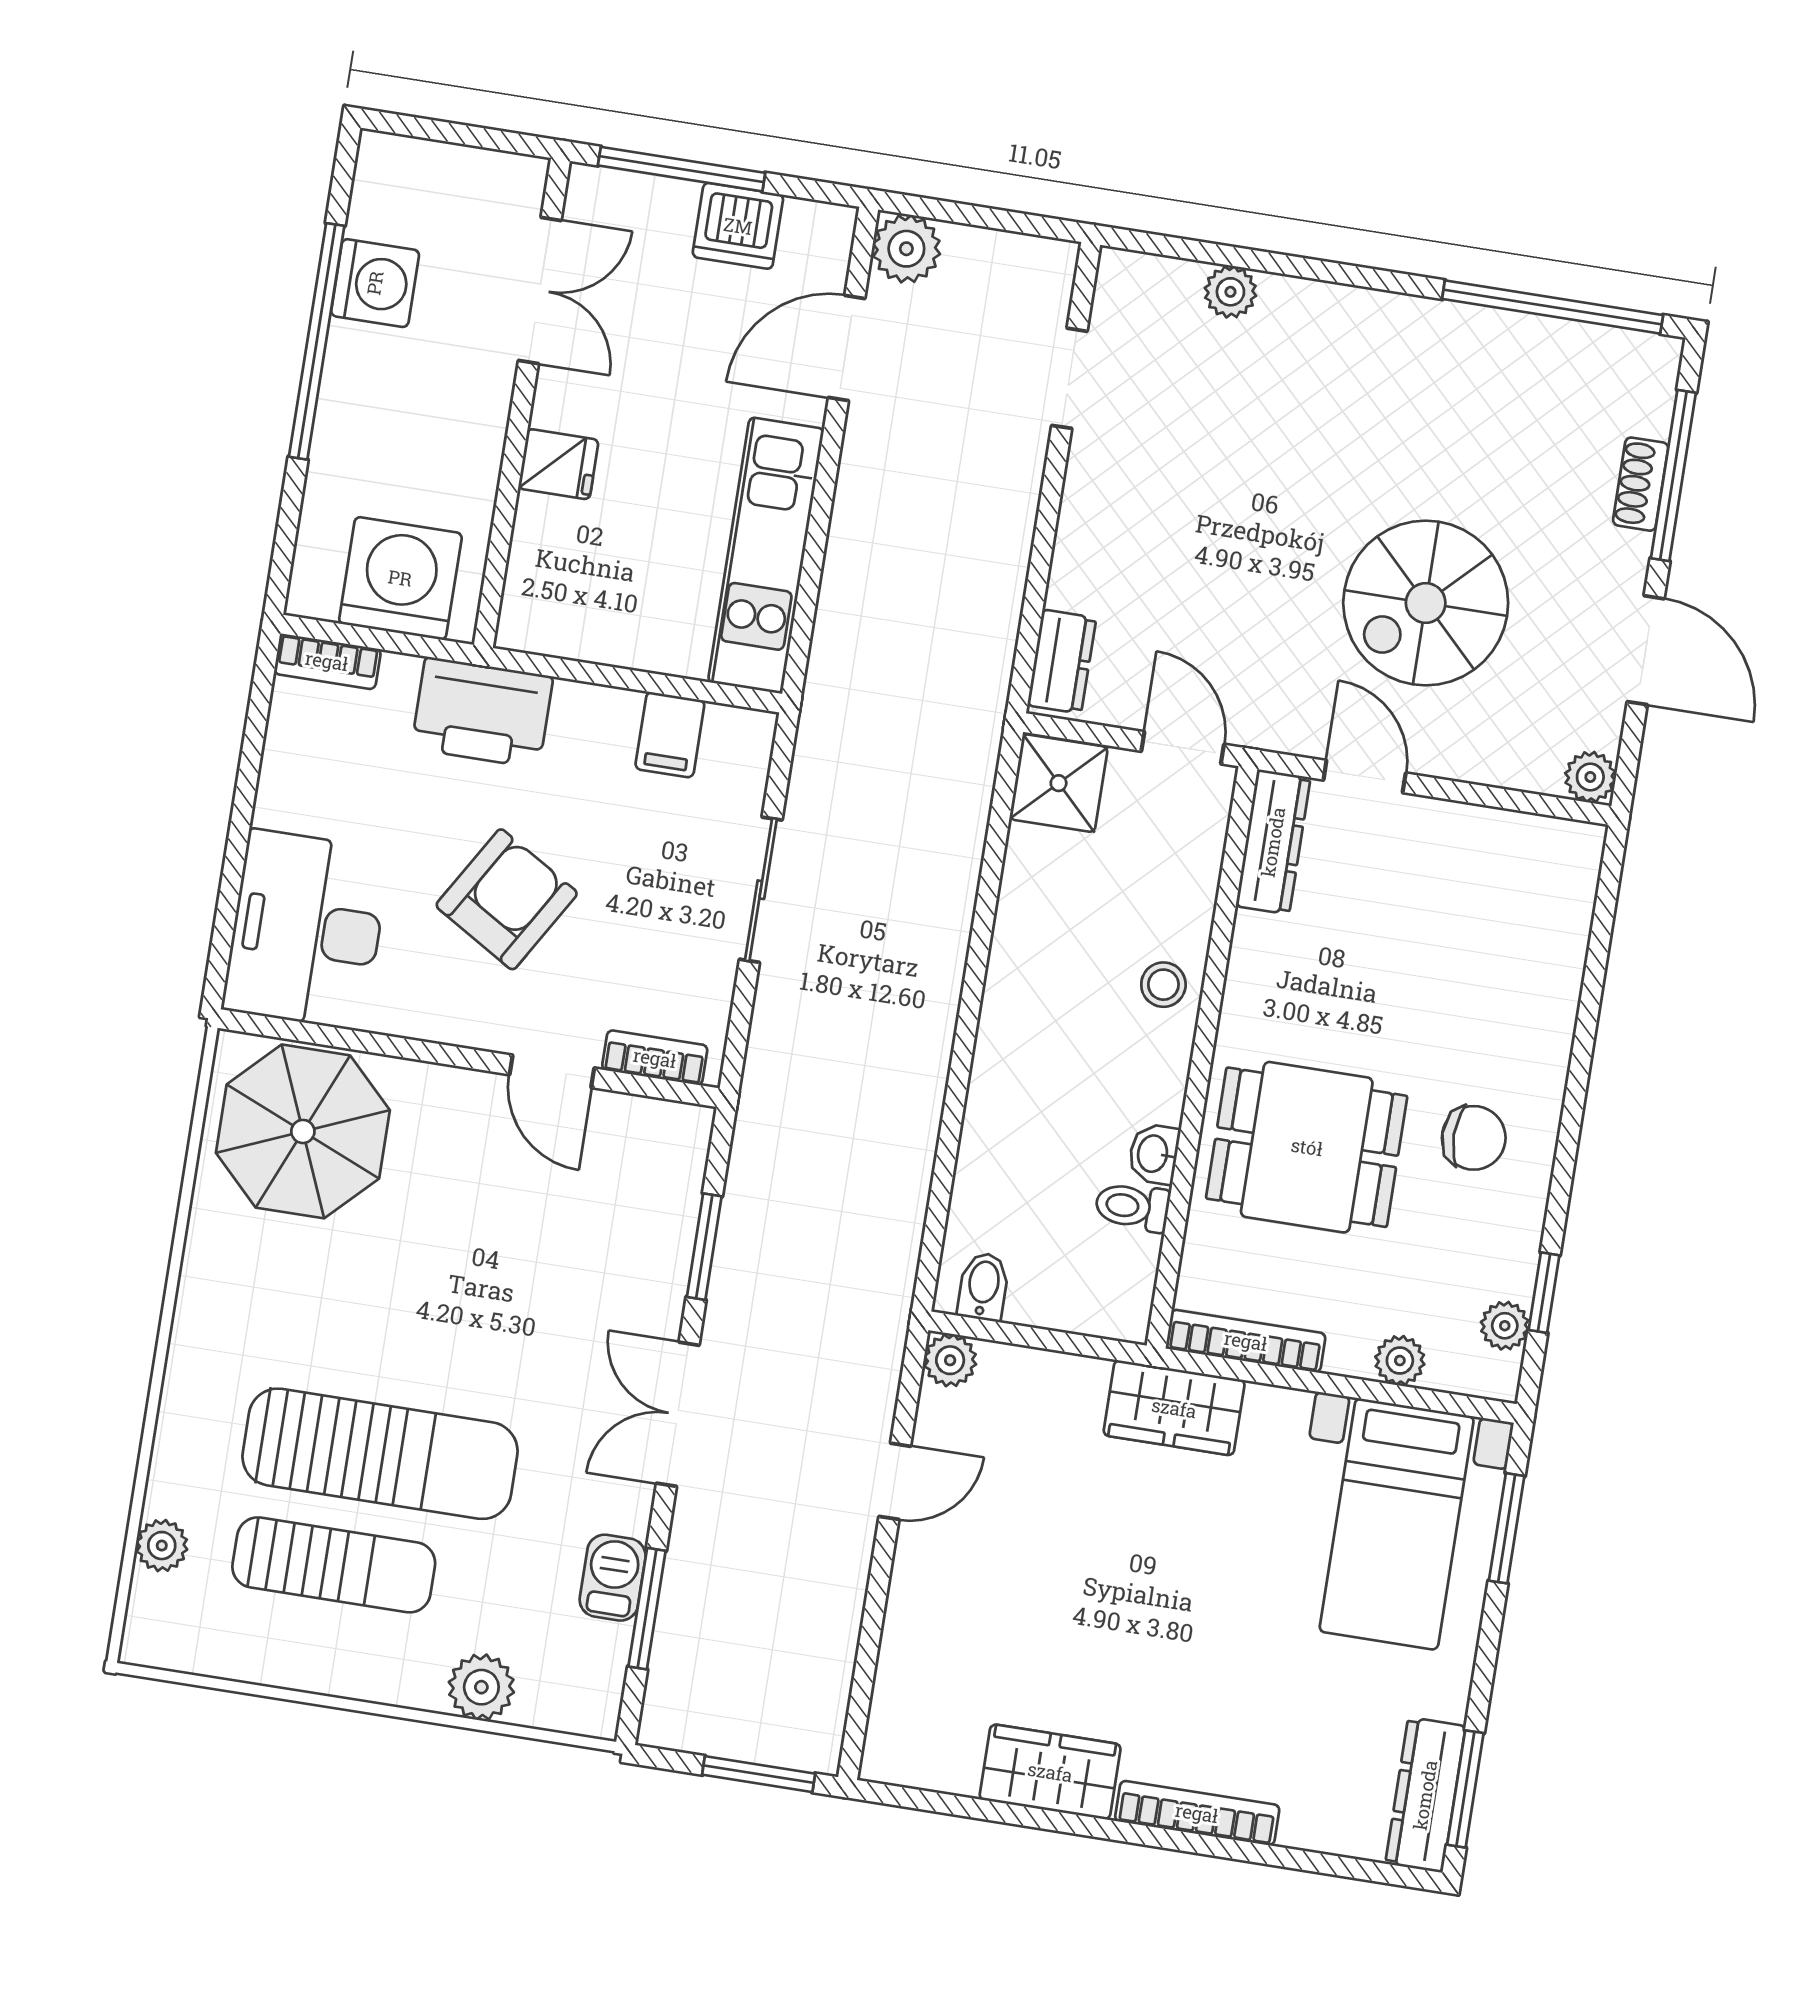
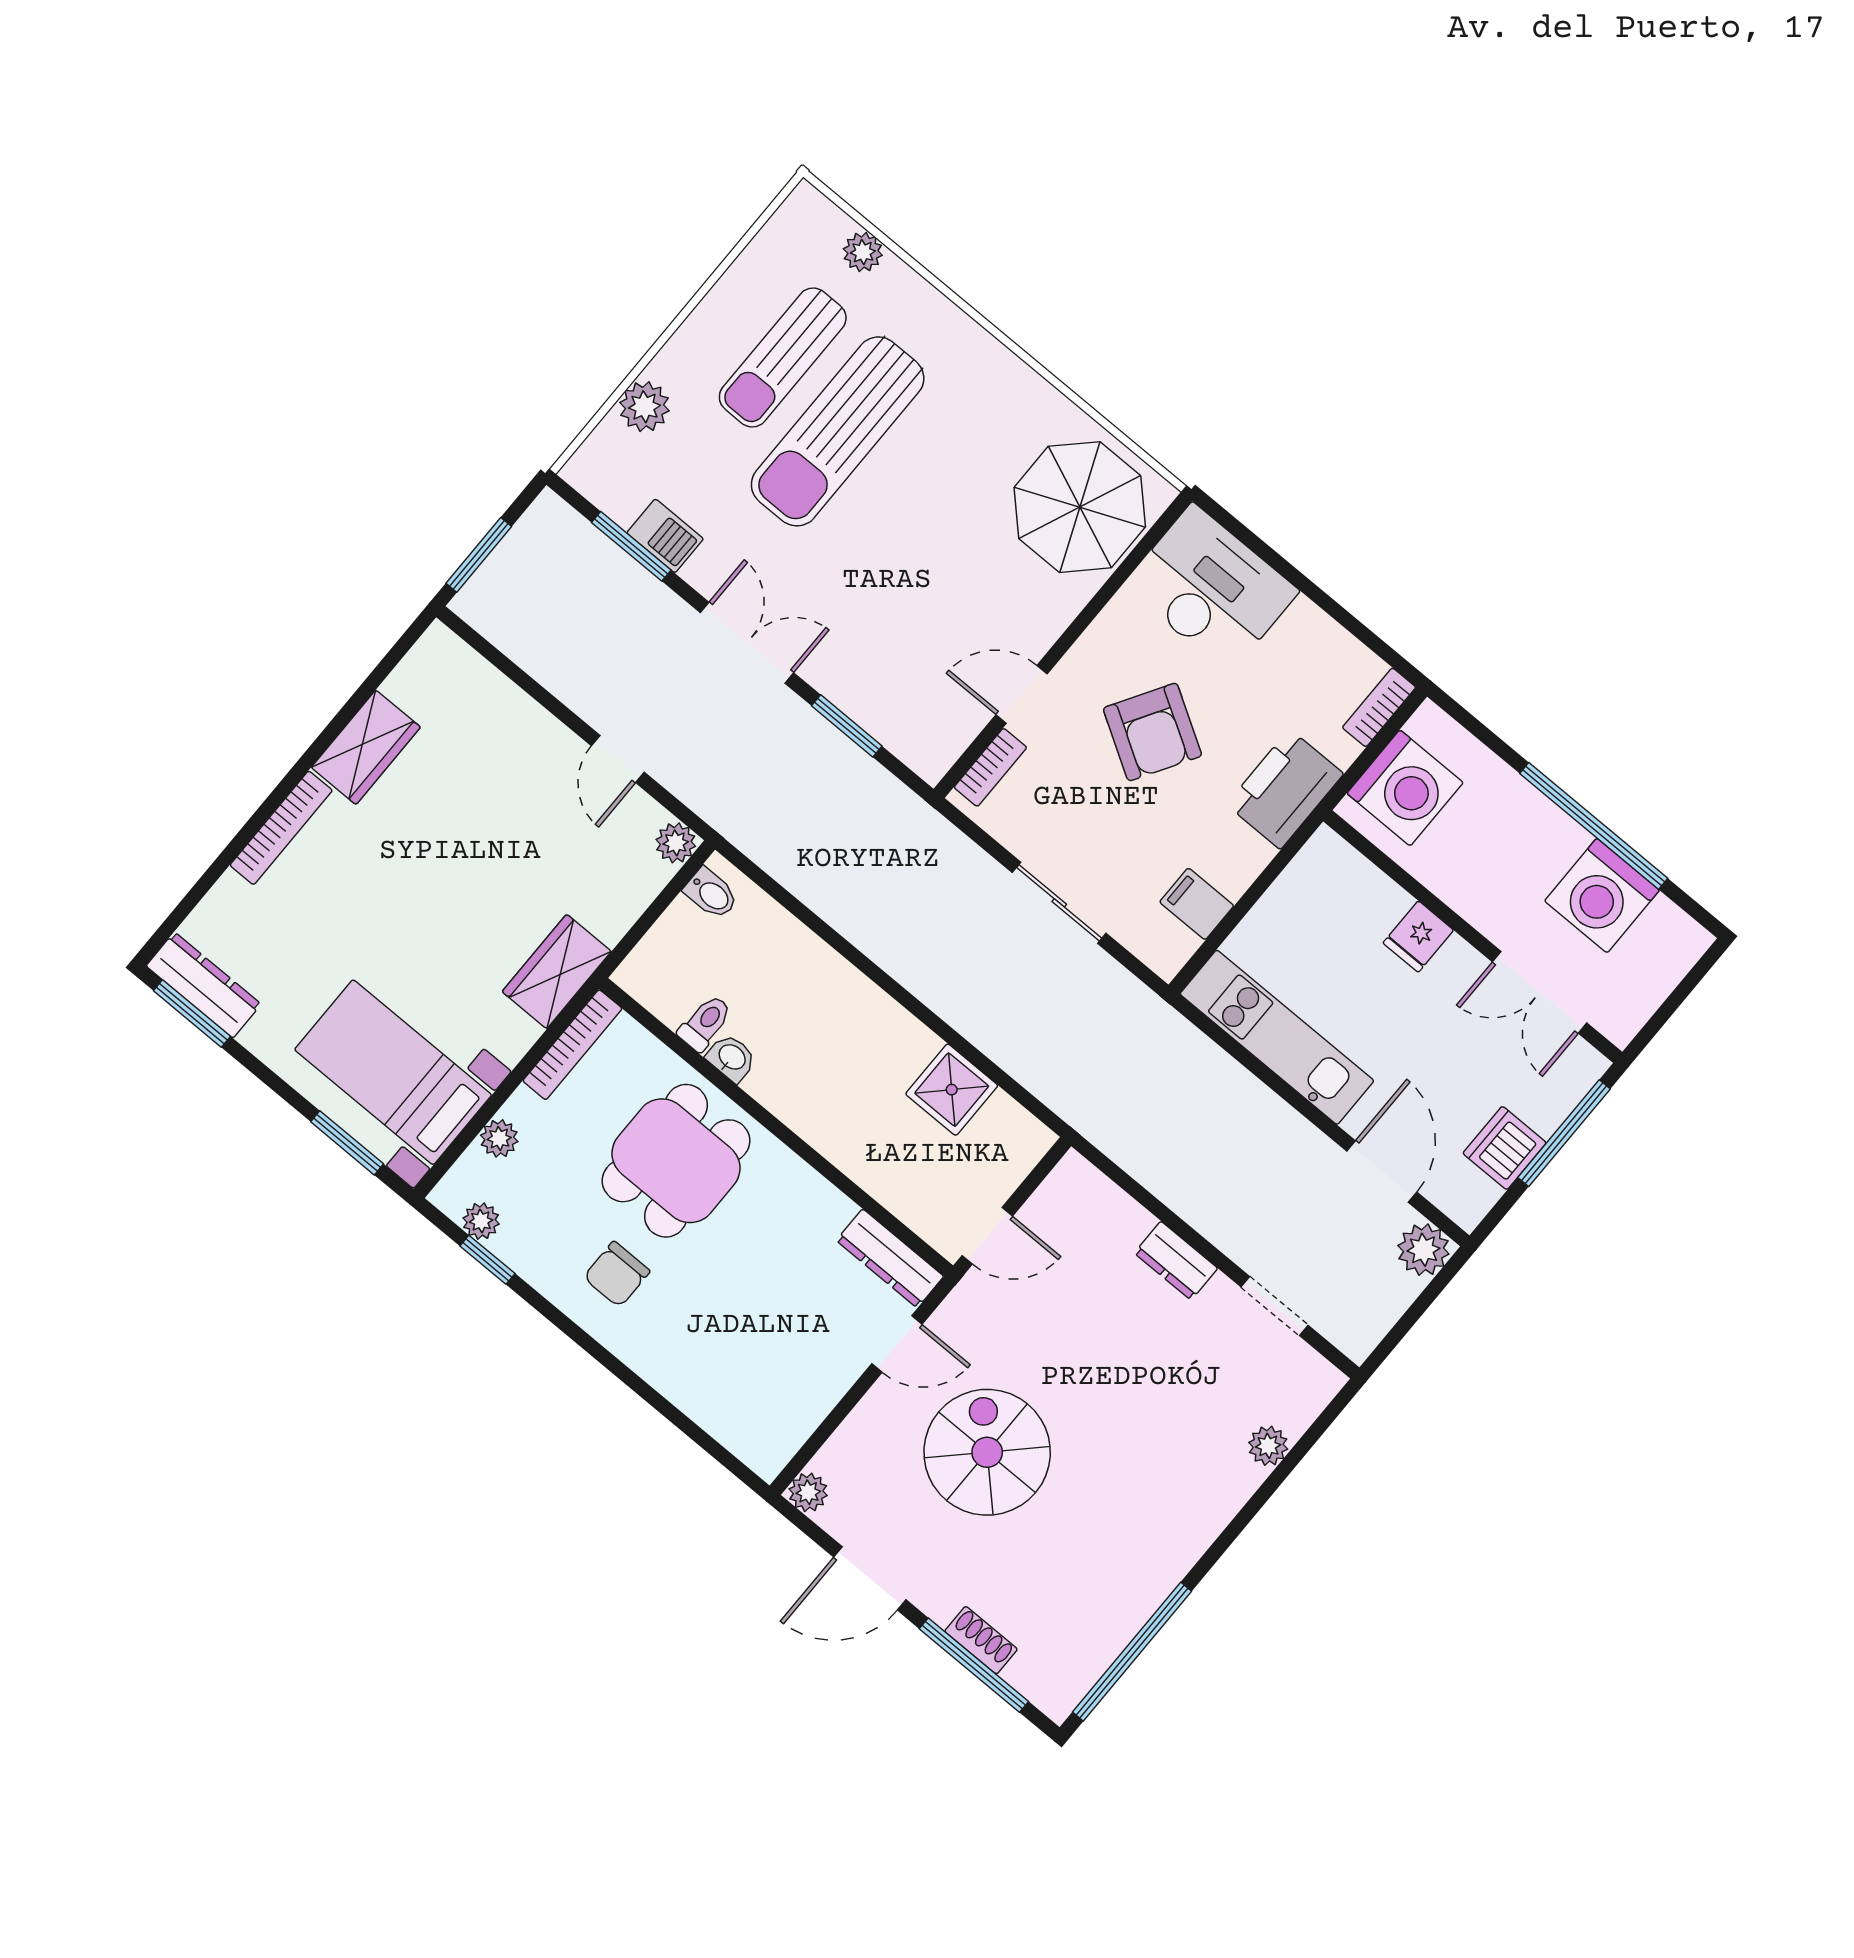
washing machine: (375, 283) -> (1602, 896), width x1.37, depth x1.37
dresser: (1062, 662) -> (1176, 1261), moved
shower: (1059, 783) -> (952, 1090), moved
stool: (1163, 985) -> (839, 1130), removed

